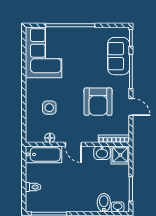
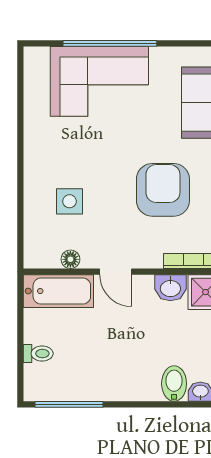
corner sofa: (43, 52) -> (99, 81), moved, turned 90
armchair: (98, 102) -> (163, 190), turned 180

